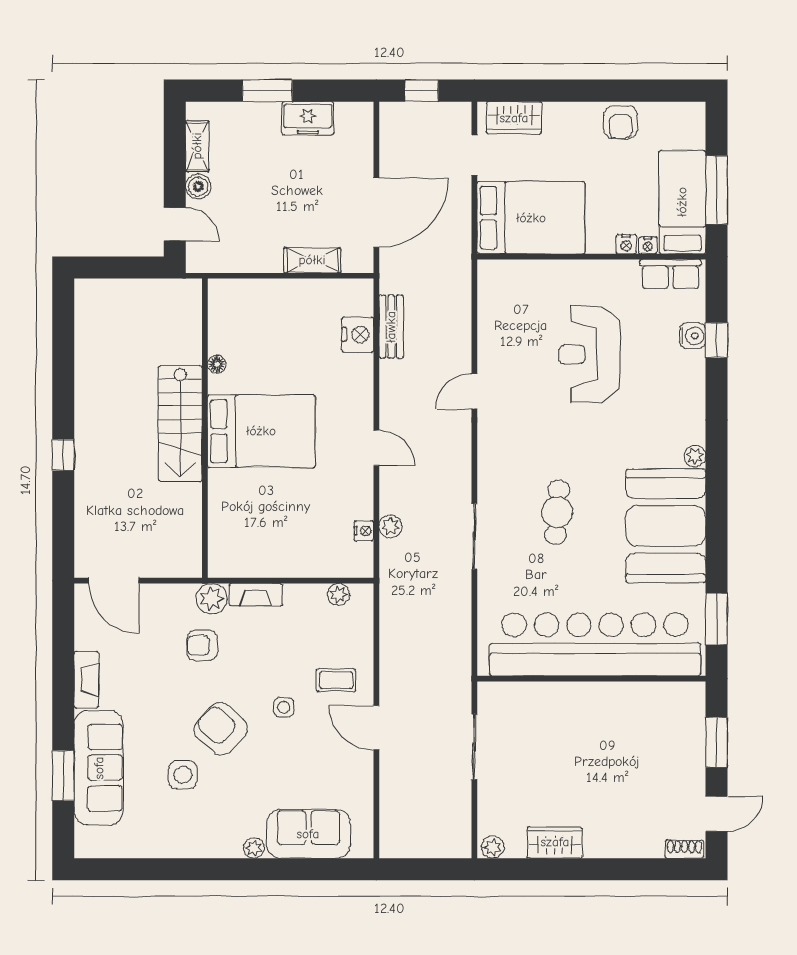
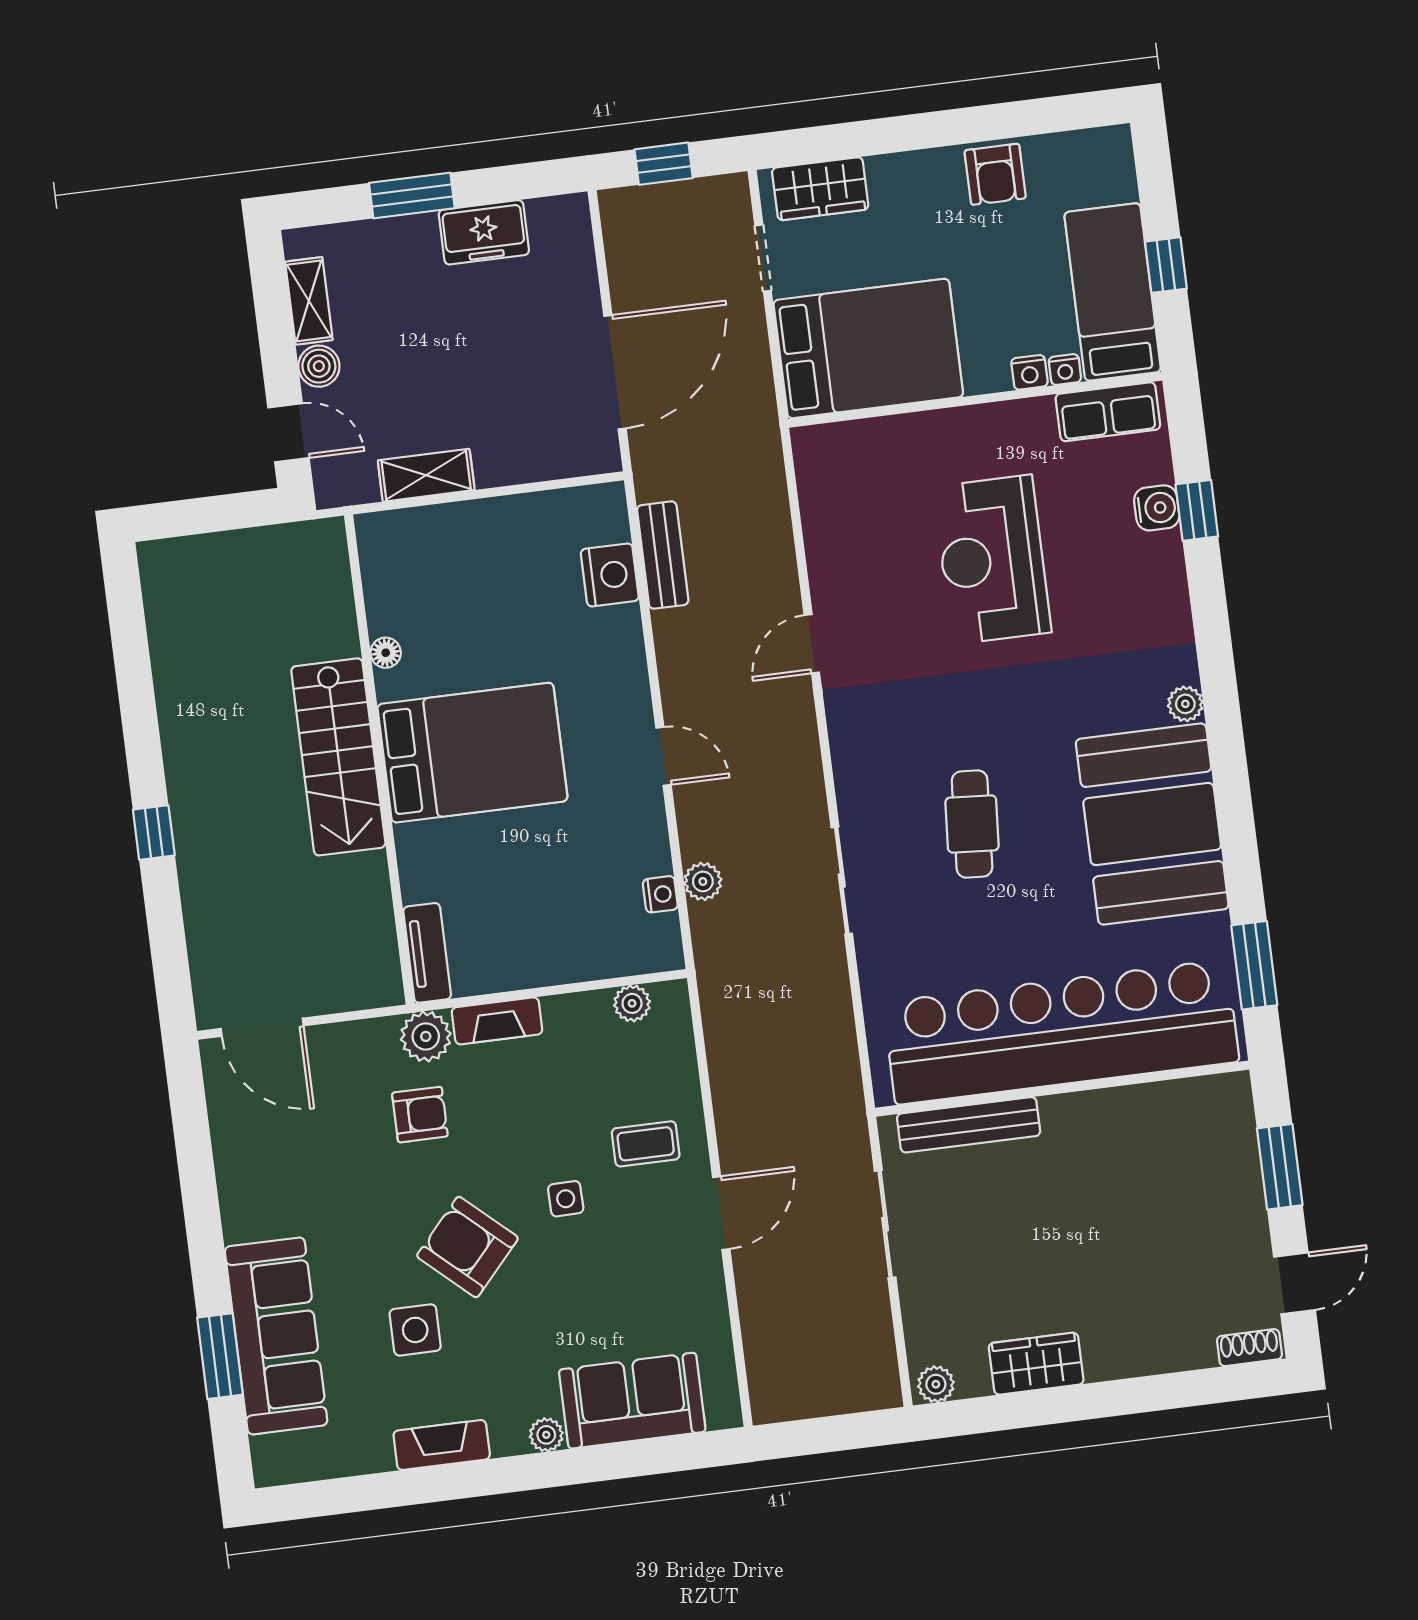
window: (717, 190) -> (1166, 265), width x0.46
shelving: (312, 260) -> (426, 475), moved
tv unit: (219, 548) -> (427, 953), added
armchair: (202, 645) -> (420, 1115), turned 180
fireplace: (86, 680) -> (442, 1445), moved, turned -90
bench: (532, 693) -> (969, 1125), added
door: (376, 728) -> (721, 1213), swing flipped

